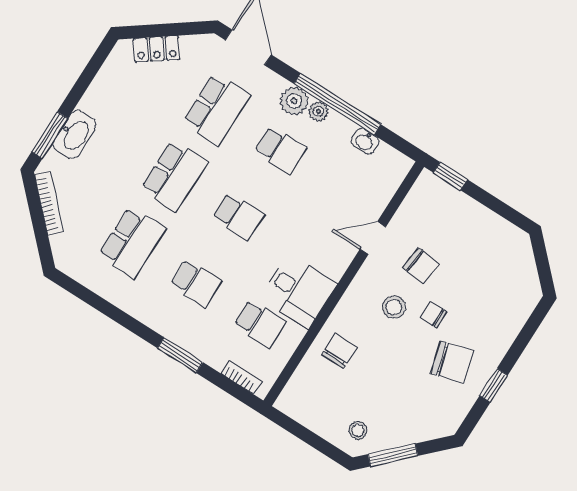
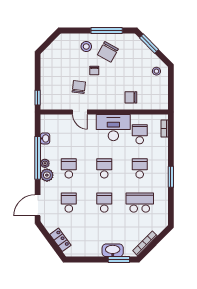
school desk: (216, 109) -> (69, 203), width x0.54
school desk: (174, 176) -> (104, 203), width x0.54
desk: (298, 291) -> (113, 128), width x1.37
stool: (394, 307) -> (86, 46), moved
window: (180, 355) -> (171, 177), moved
chair: (452, 362) -> (108, 52), turned -135
window: (494, 385) -> (107, 31), width x2.17
window: (393, 455) -> (149, 44), moved

